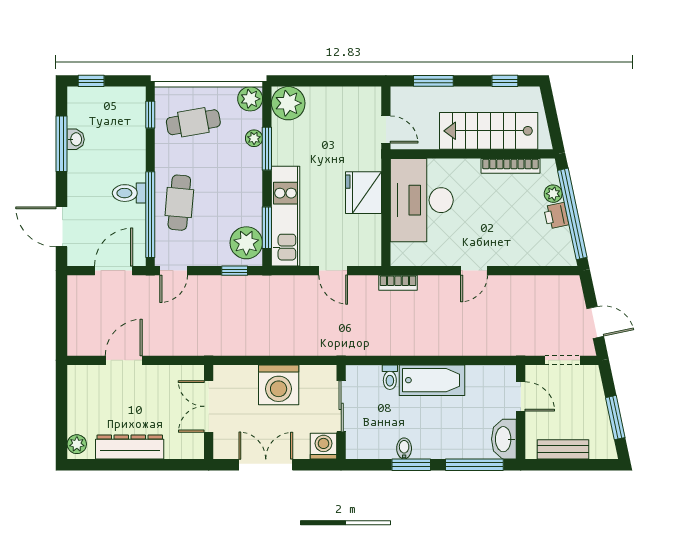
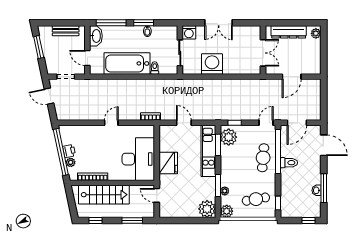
bathtub: (432, 380) -> (127, 63), width x1.36, depth x1.36
double door: (209, 406) -> (263, 53), moved
wall: (209, 412) -> (263, 50), moved

